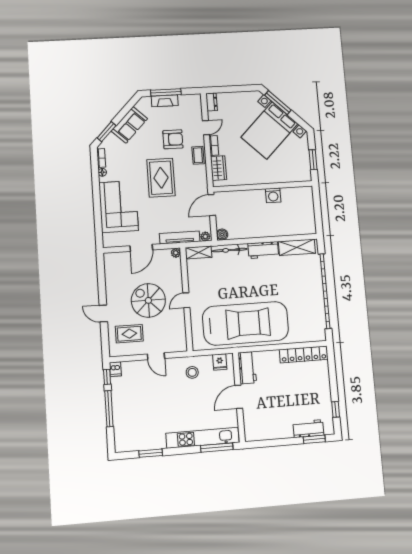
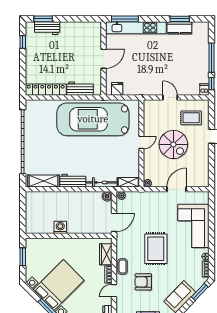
tv unit: (180, 238) -> (143, 196), removed
workbench: (247, 368) -> (80, 89), moved, turned 90
stool: (192, 372) -> (141, 82), removed
kitchen counter: (150, 442) -> (179, 28), added

